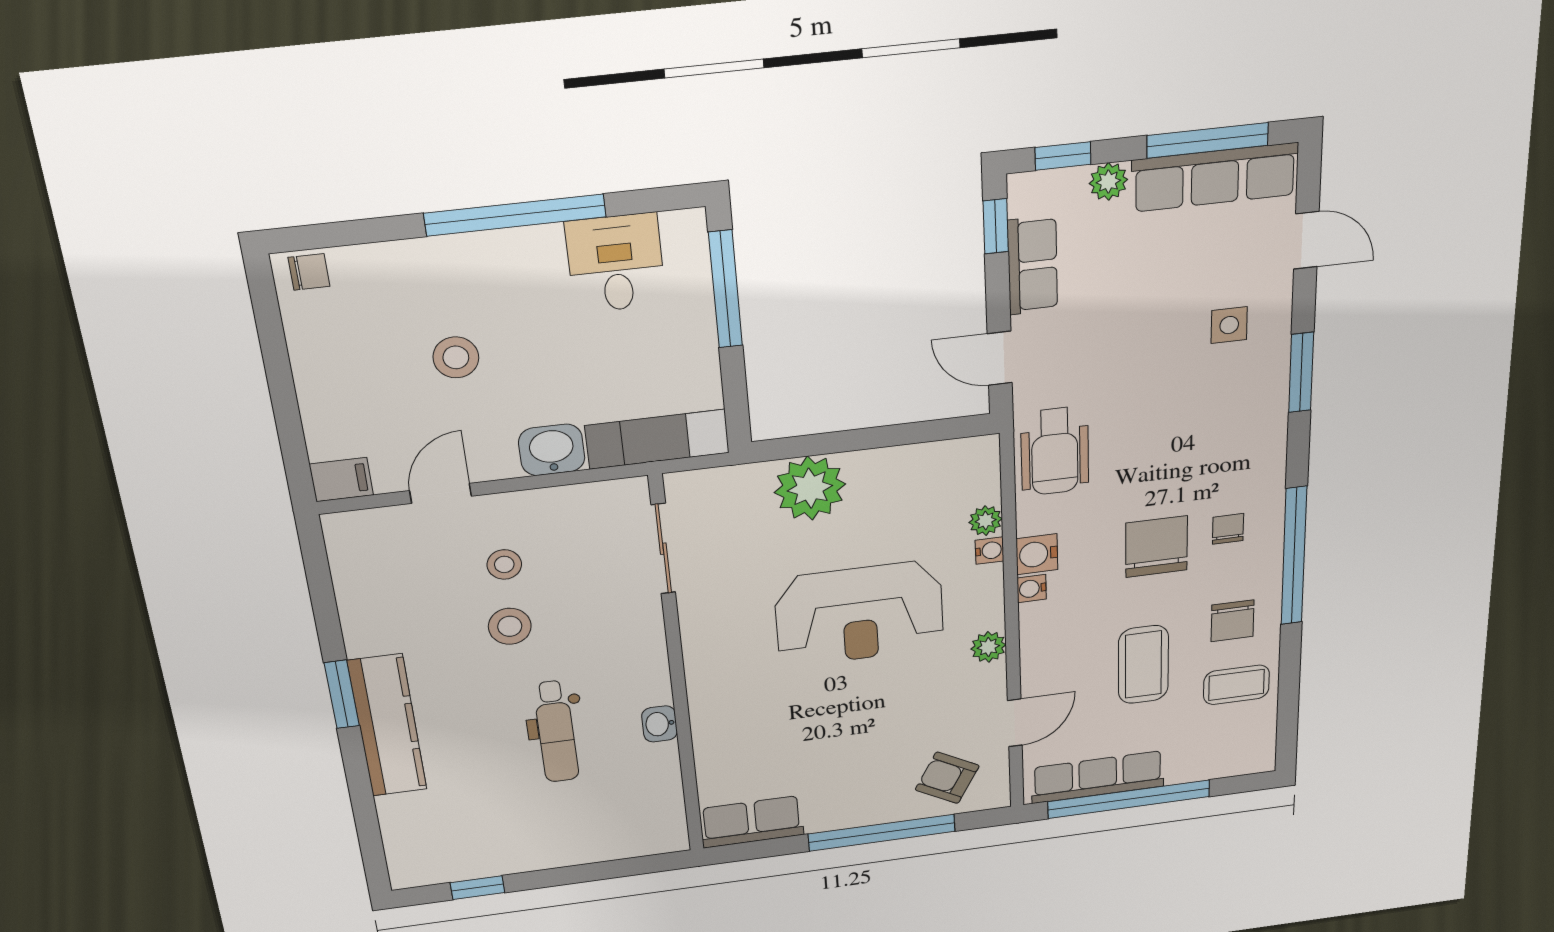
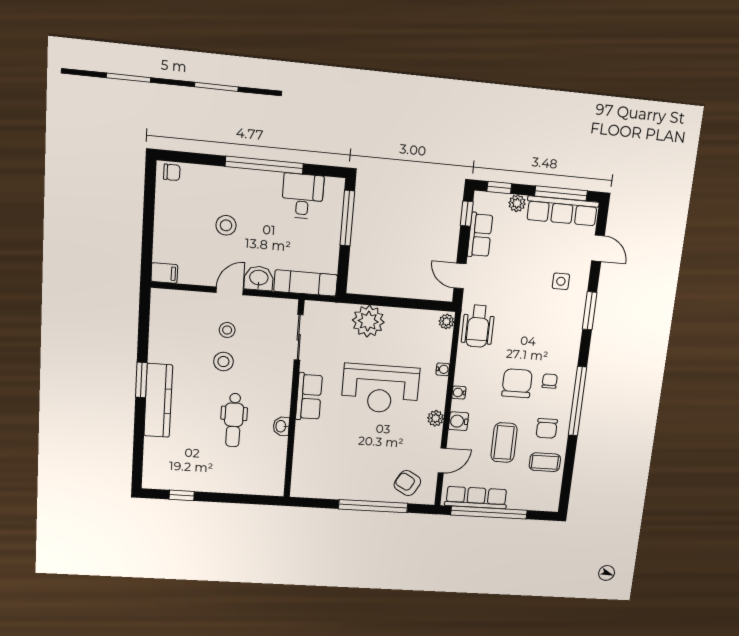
door: (441, 493) -> (230, 291), moved
plant: (986, 521) -> (446, 321), moved
water cooler: (1037, 554) -> (458, 421), moved
row of seats: (752, 822) -> (309, 397), moved, turned 90

